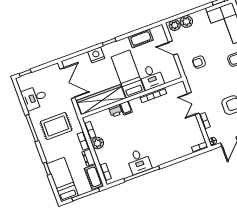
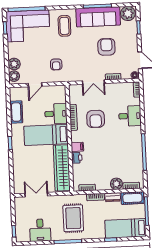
nightstand: (96, 55) -> (18, 159), removed
double door: (67, 83) -> (36, 195), width x0.73
armchair: (159, 117) -> (96, 119), added
plant: (98, 143) -> (116, 184), moved
desk: (139, 161) -> (130, 116), moved

